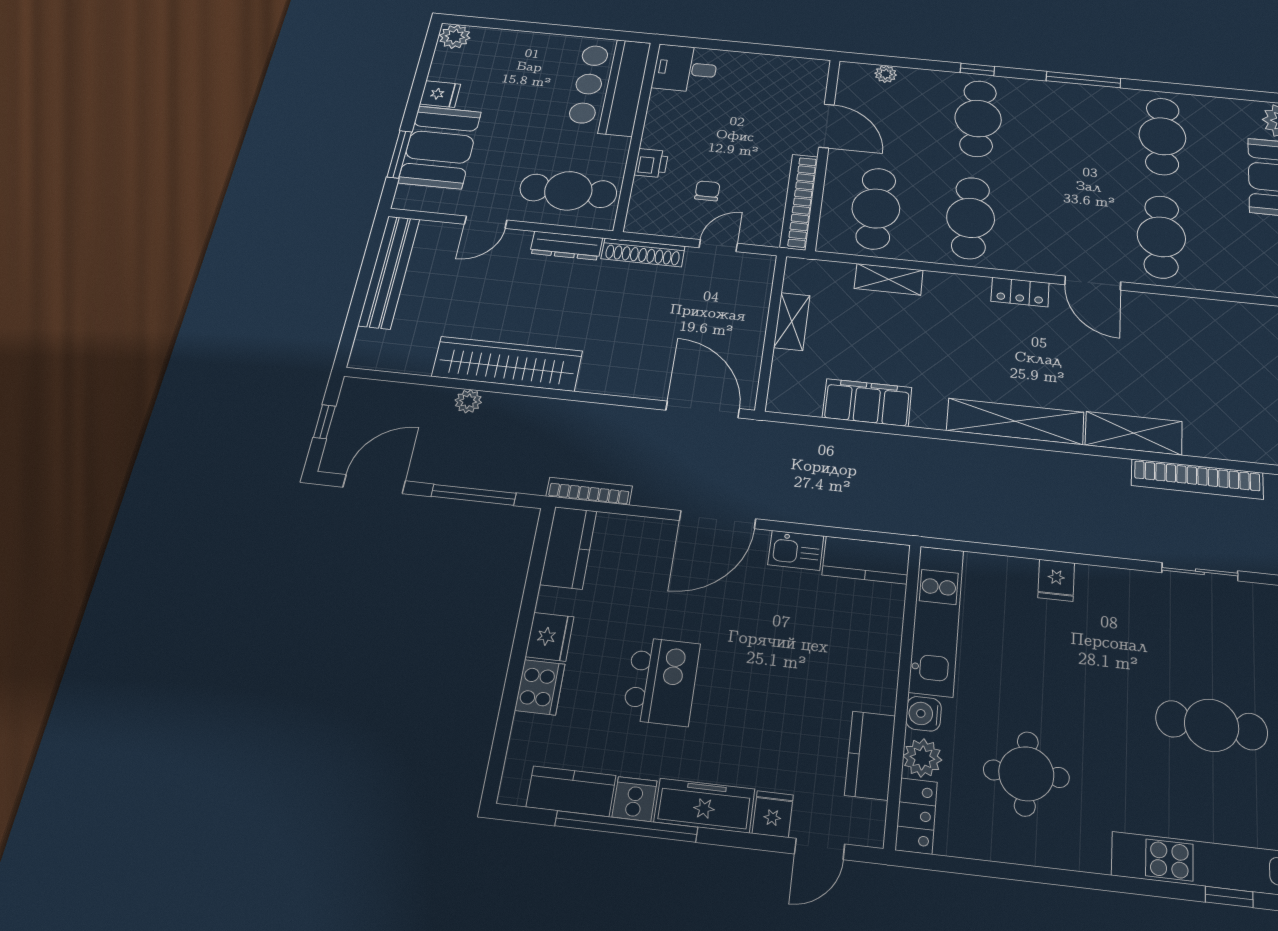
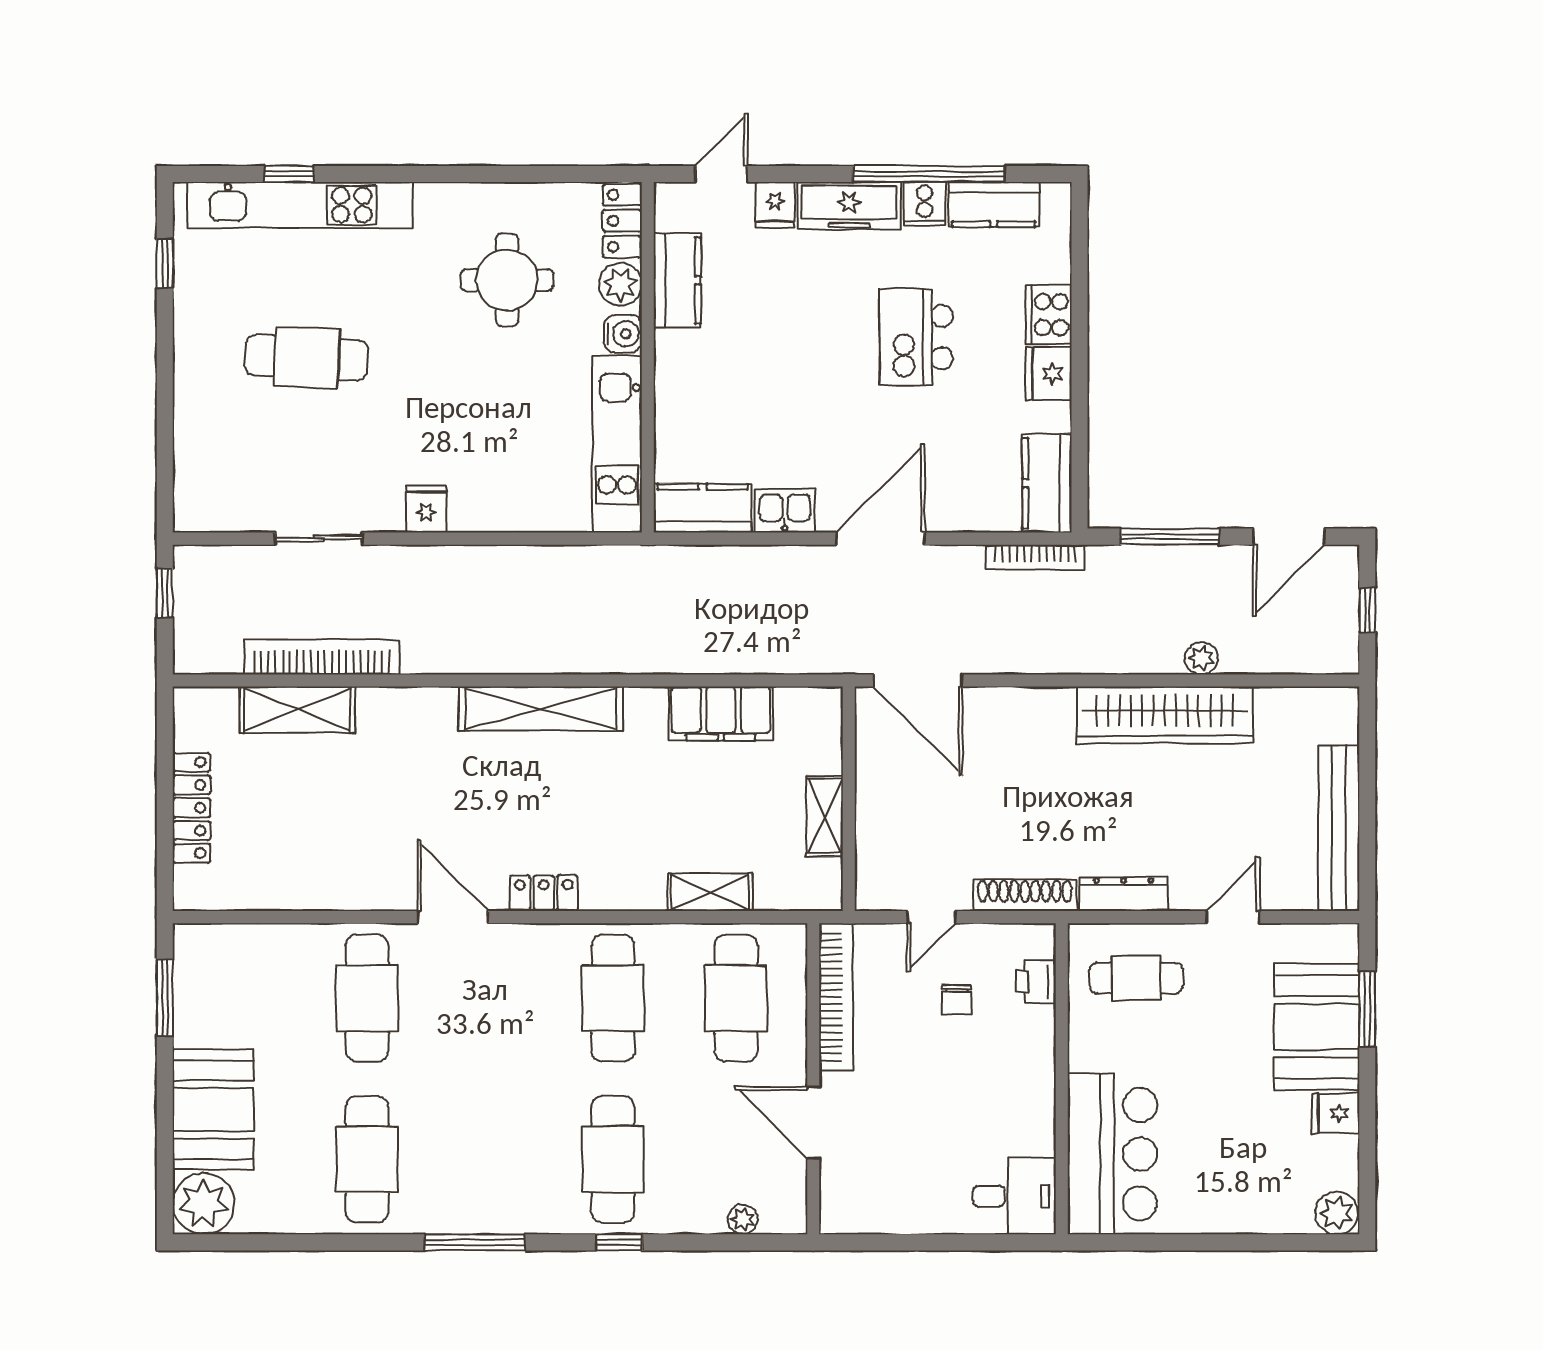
printer: (651, 163) -> (1036, 982), moved
cafe table: (568, 191) -> (1136, 978), width x0.73, depth x0.74
shelving: (1134, 433) -> (297, 710), moved
fridge: (1056, 580) -> (426, 509), moved

